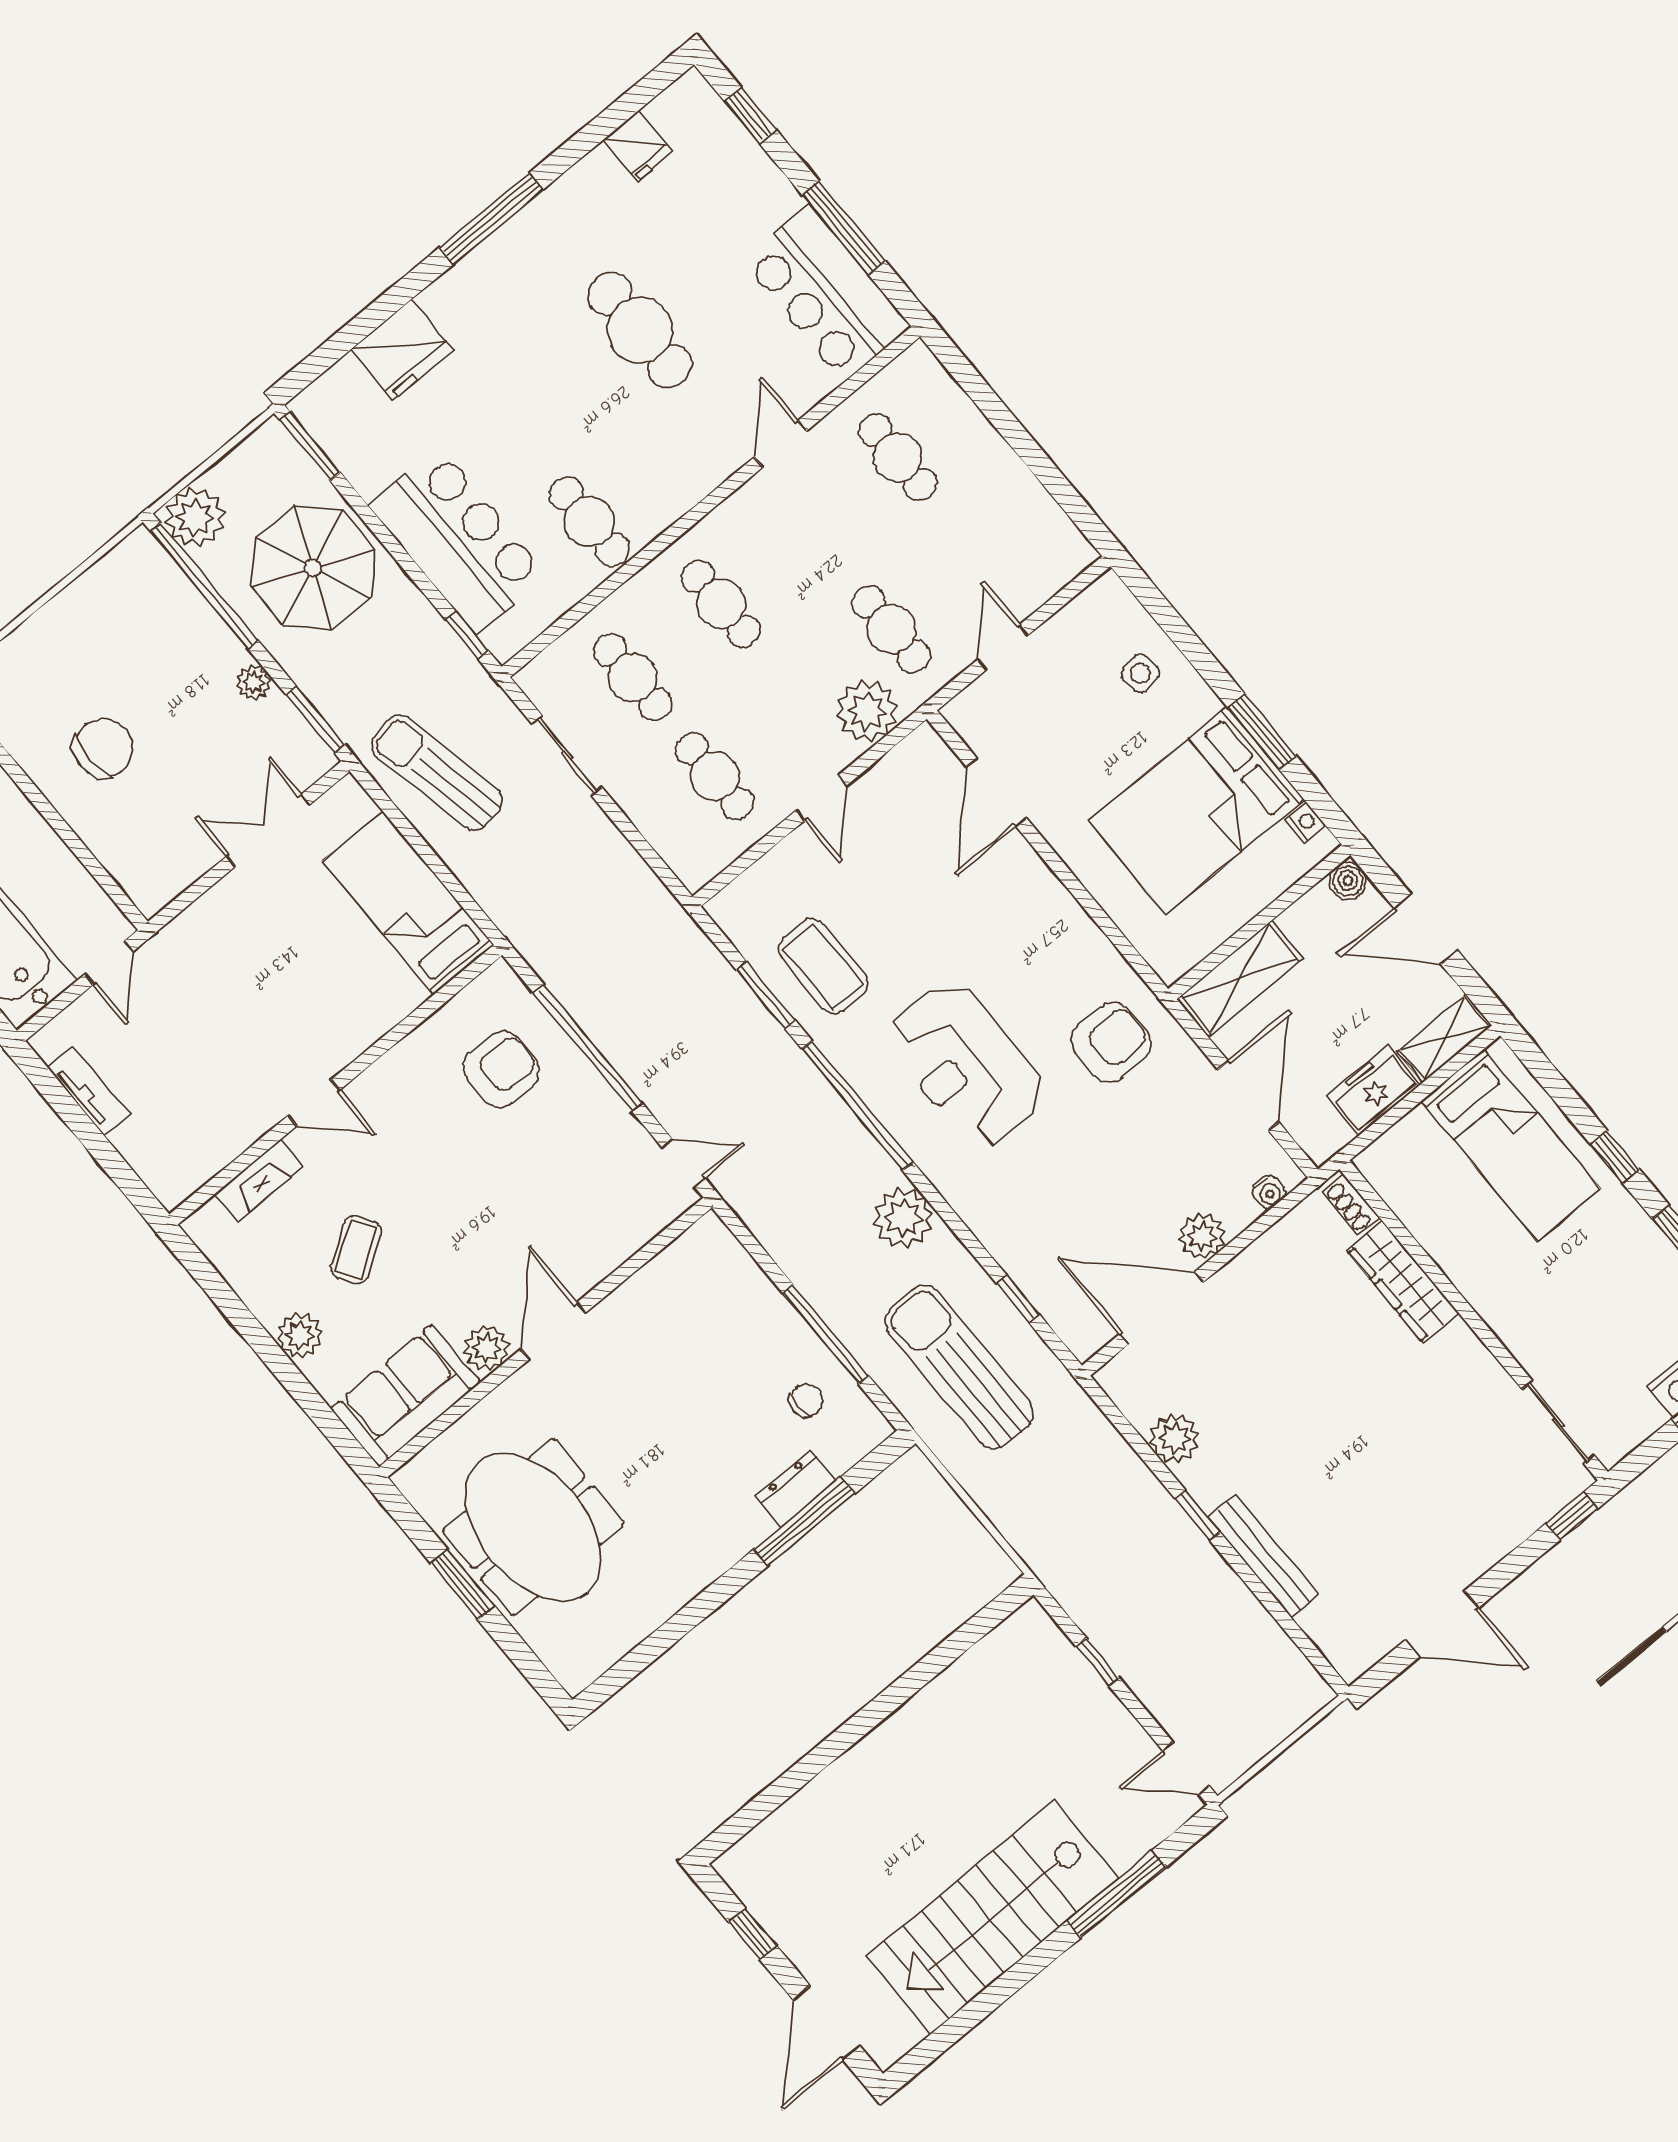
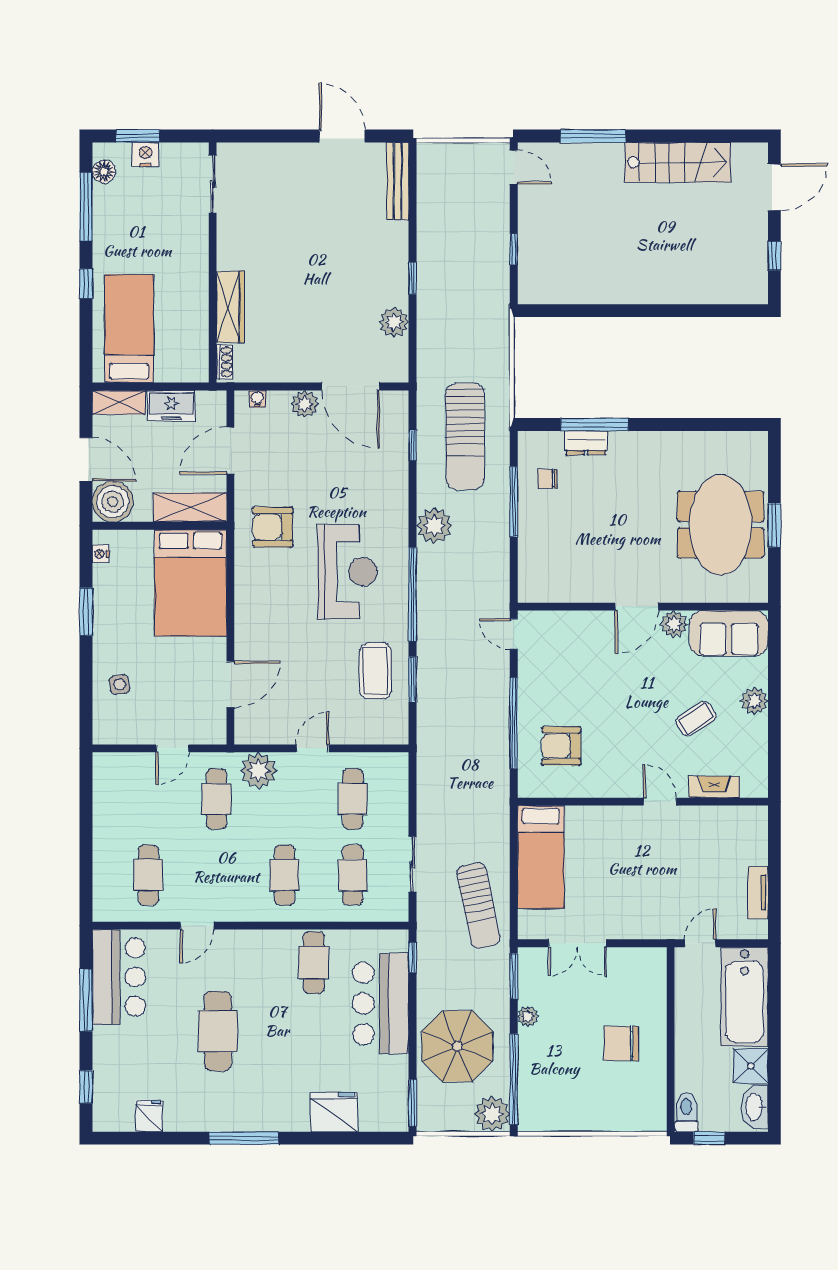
bed: (1196, 810) -> (191, 583), moved, turned 90
boiler: (1348, 881) -> (113, 502), width x1.86, depth x1.86
window: (1572, 1516) -> (242, 136), removed
bench: (1263, 1556) -> (398, 181), moved
stairs: (992, 1917) -> (678, 162), width x0.73, depth x0.66

